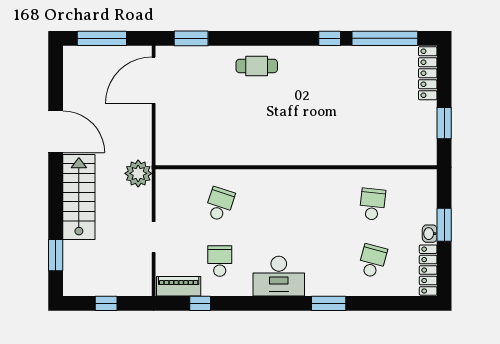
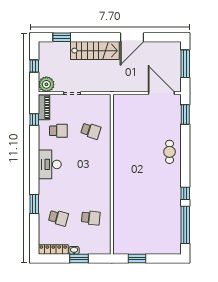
locker: (428, 73) -> (165, 249), removed
plant: (138, 173) -> (46, 84), moved
window: (329, 303) -> (34, 204), moved

